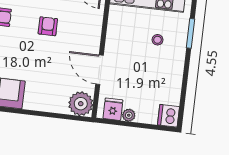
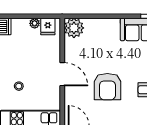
armchair: (48, 26) -> (107, 87), width x1.88, depth x1.88
door: (99, 70) -> (62, 74), moved

